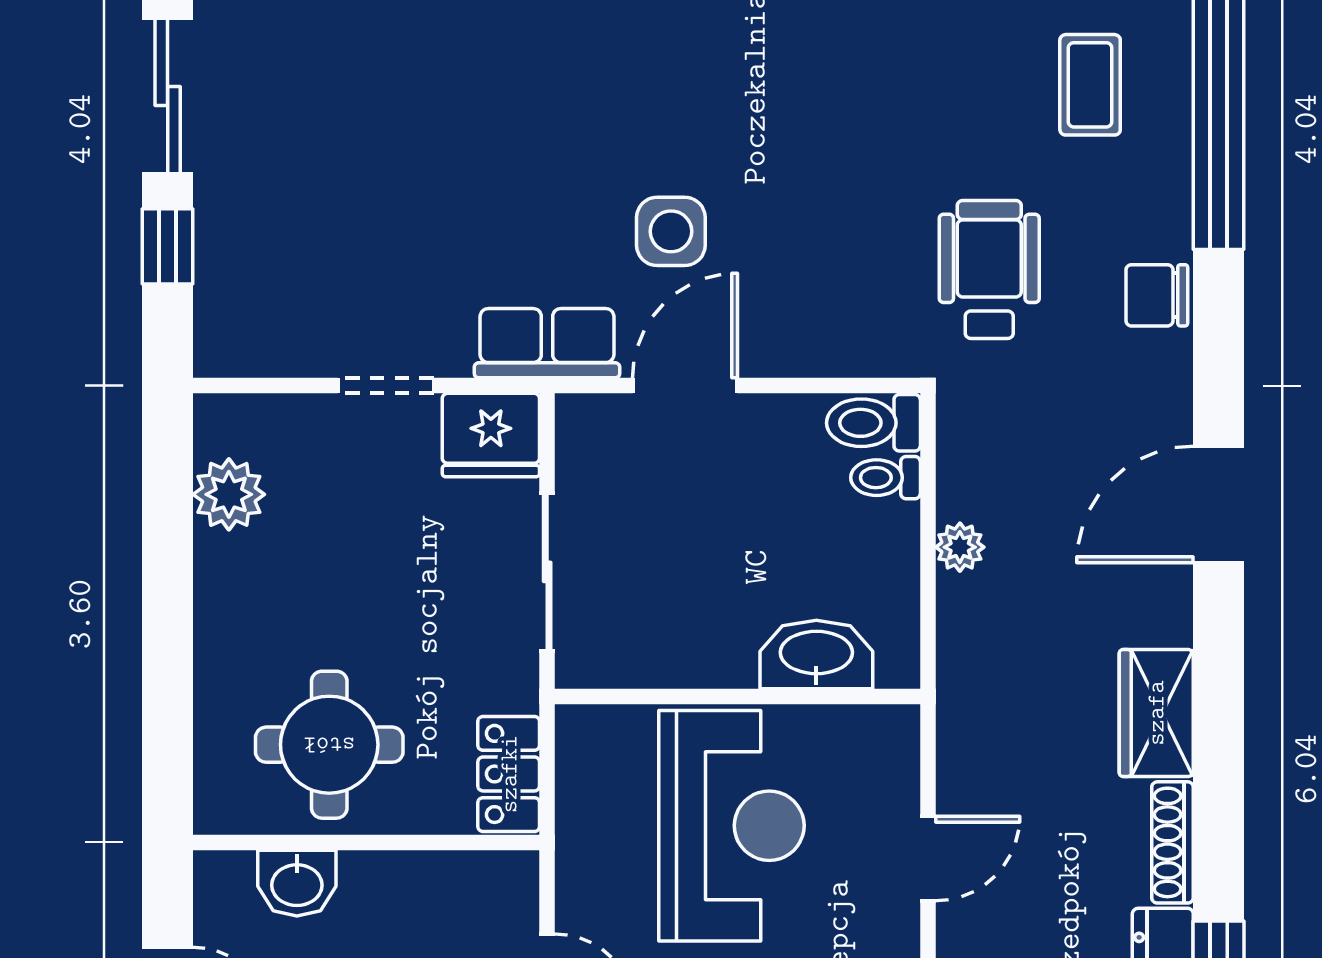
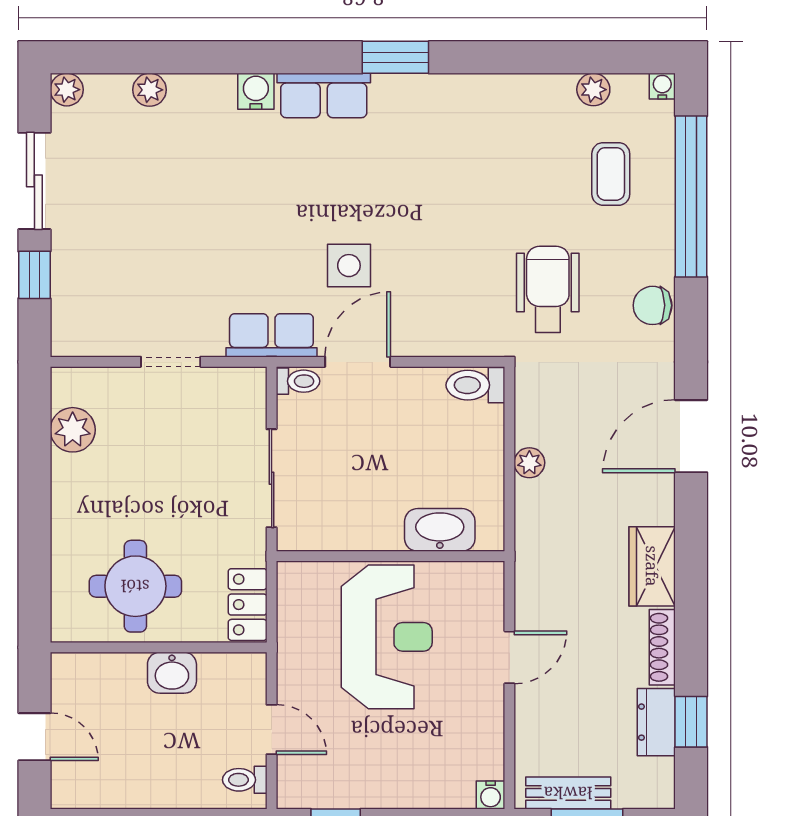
fridge: (491, 435) -> (236, 393), removed
toilet: (886, 478) -> (298, 381), moved, turned 180
washbasin: (297, 883) -> (172, 673), moved

